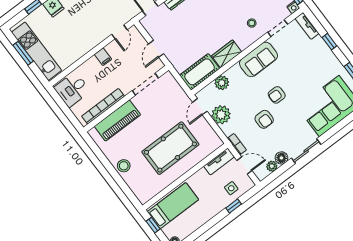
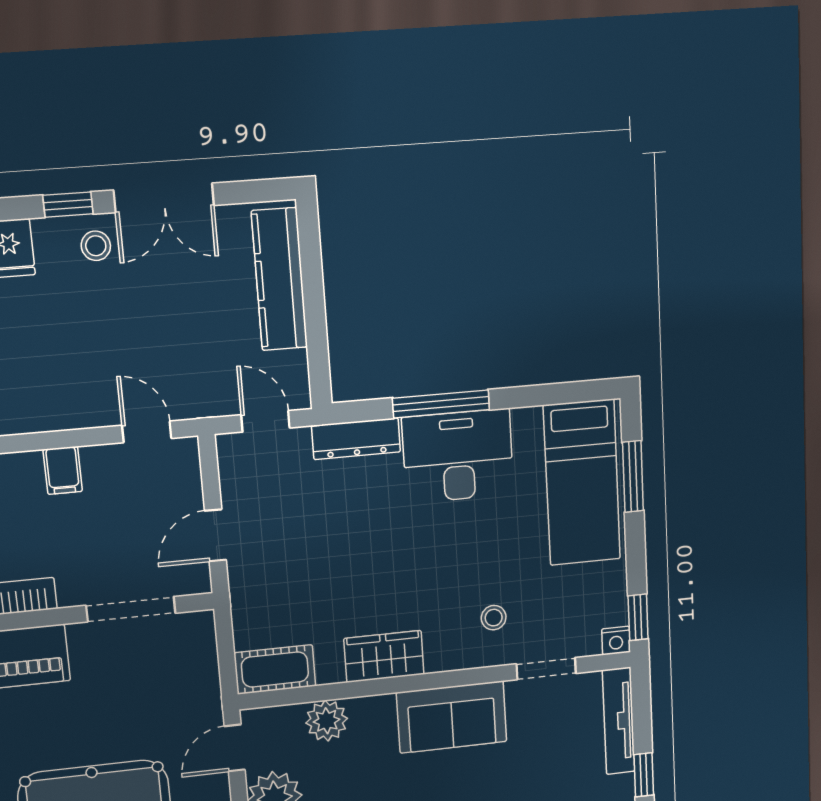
tv unit: (307, 26) -> (619, 721), width x1.41
door: (119, 32) -> (147, 432), swing flipped
cot: (200, 72) -> (275, 670), width x0.73, depth x0.75

